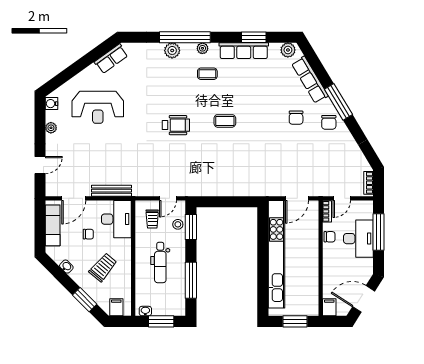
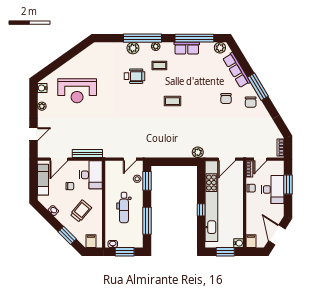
window: (254, 37) -> (194, 38), width x2.11
row of seats: (244, 51) -> (187, 48), width x0.68
row of seats: (111, 59) -> (87, 54), removed
wheelchair: (176, 125) -> (135, 76), moved
plant: (258, 189) -> (198, 152), added
trolley: (152, 219) -> (118, 175), removed
window: (378, 232) -> (288, 185), width x0.69
window: (263, 266) -> (201, 210), added
door: (364, 299) -> (277, 235), hinge flipped
water cooler: (313, 310) -> (239, 243), added

